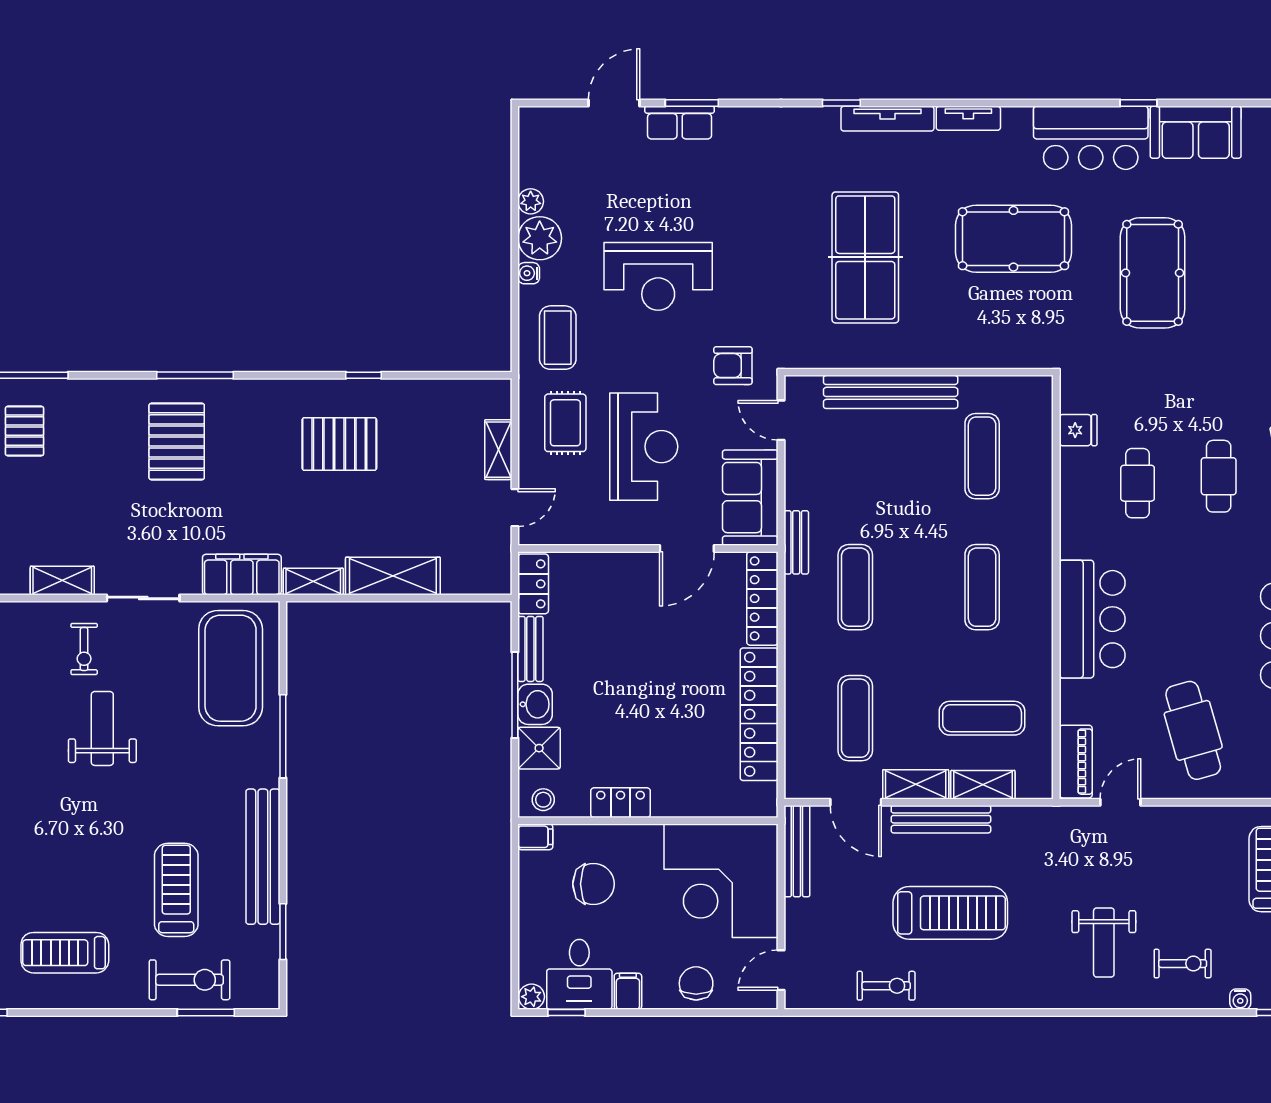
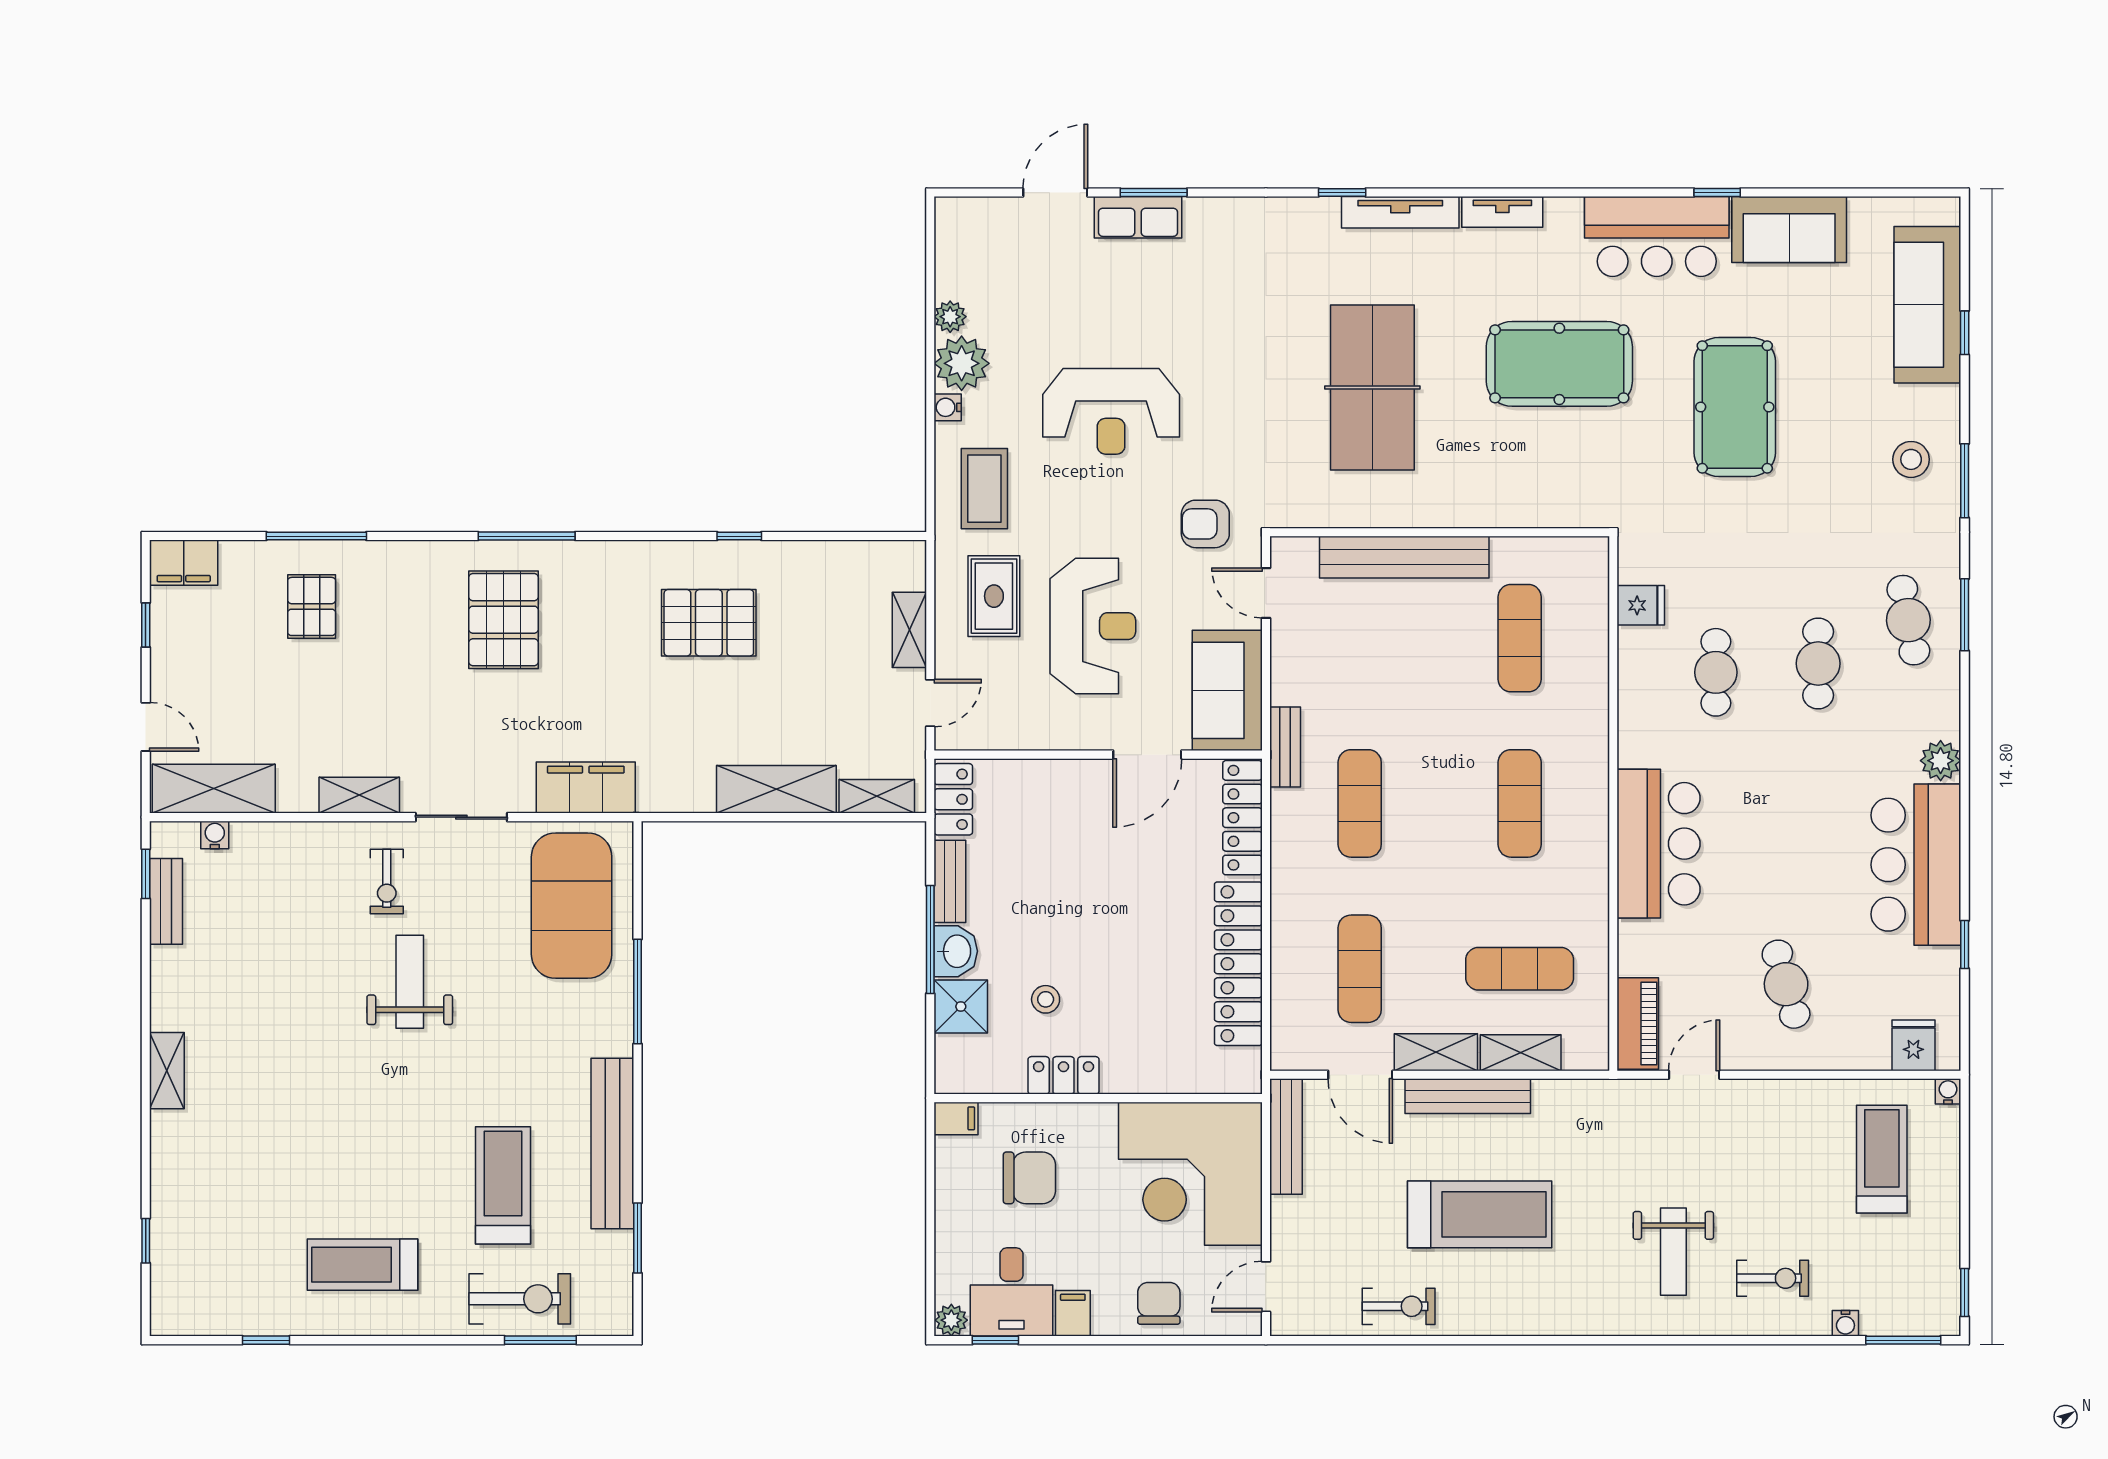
shelving: (313, 581) -> (877, 796), moved
cafe table: (1193, 730) -> (1786, 984), width x0.73, depth x0.74
stool: (543, 800) -> (1046, 999), moved

